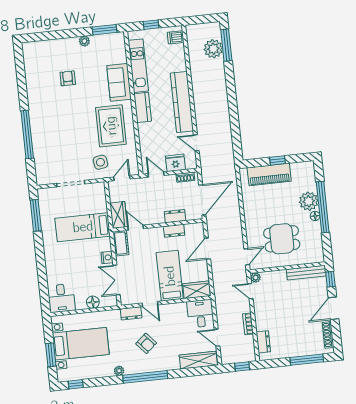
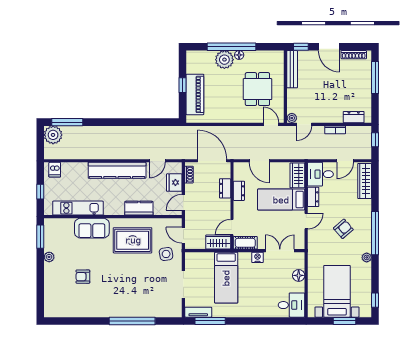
plant: (213, 49) -> (53, 135), moved
kitchen counter: (143, 107) -> (139, 208), moved
tv unit: (44, 202) -> (198, 312), added
double door: (116, 280) -> (280, 251), swing flipped
dresser: (131, 313) -> (313, 197), moved

